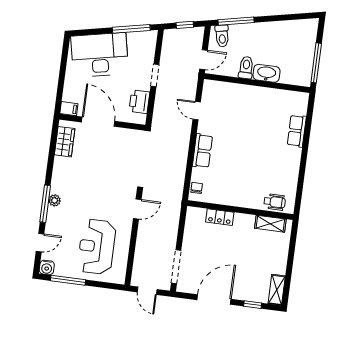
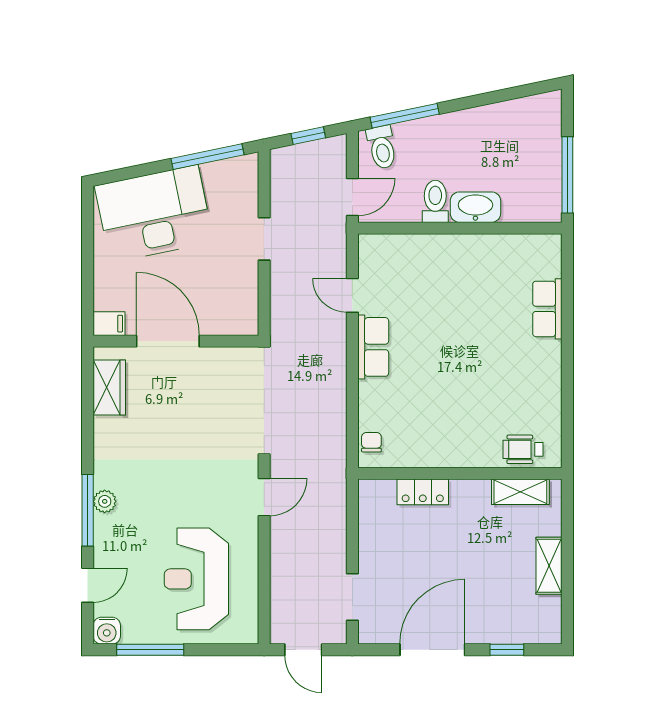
printer: (139, 102) -> (241, 293), removed
row of seats: (202, 151) -> (373, 347), moved
wheelchair: (275, 202) -> (523, 449), turned 180
doorway: (176, 267) -> (352, 597), width x0.73
shelving: (277, 290) -> (549, 566), moved

